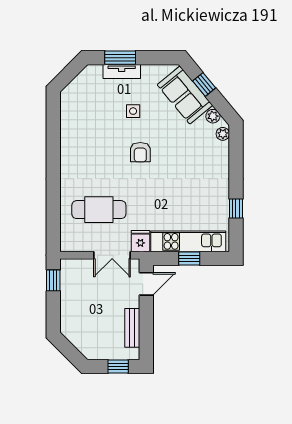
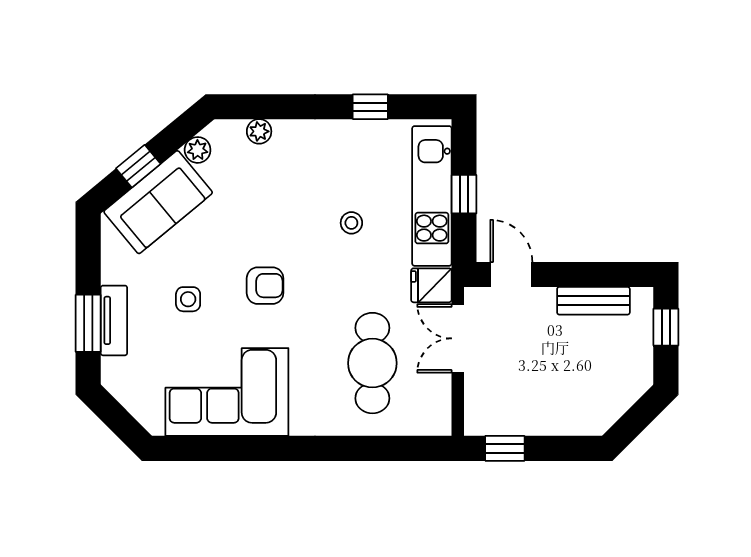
corner sofa: (83, 132) -> (227, 392), added
plant: (223, 134) -> (259, 131), moved
stool: (174, 198) -> (351, 223), added
double door: (112, 255) -> (458, 338), swing flipped

